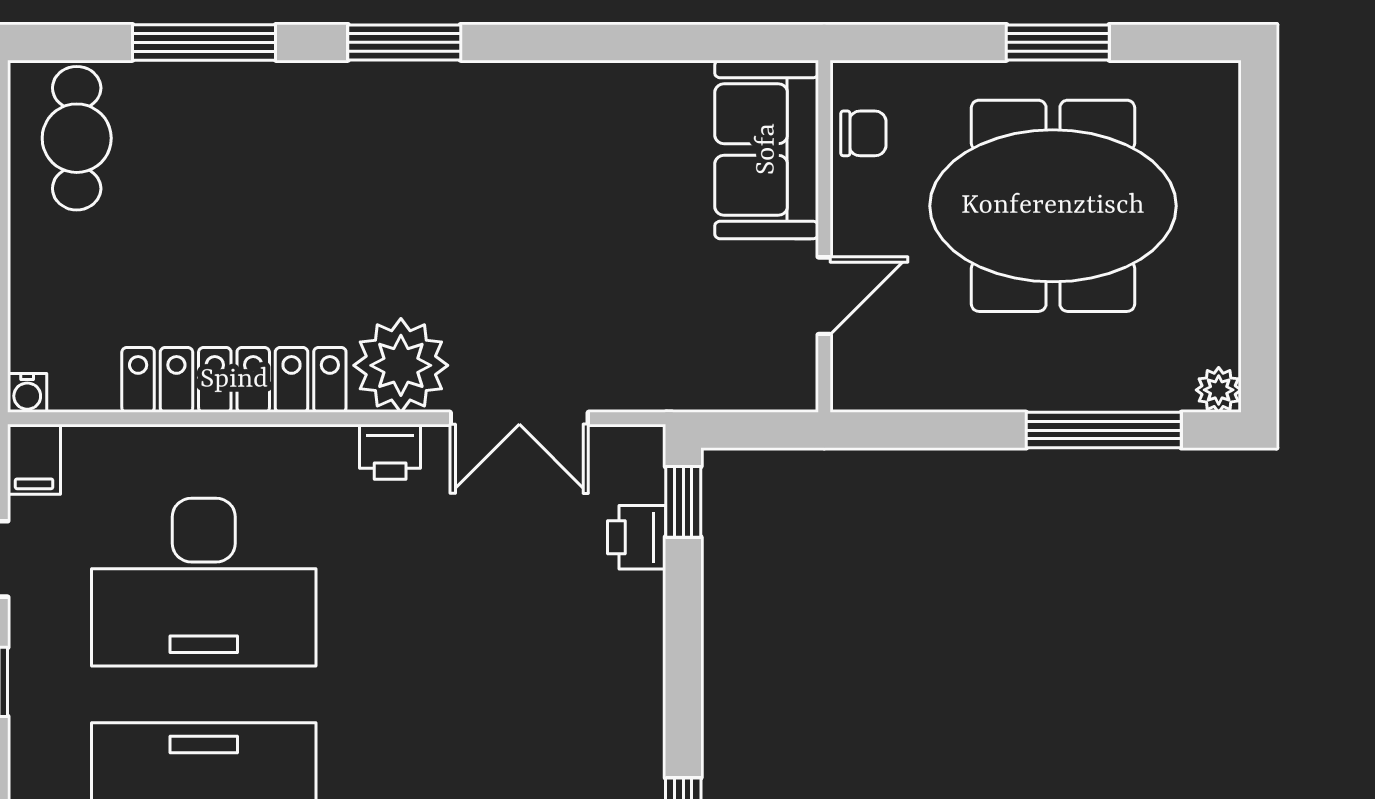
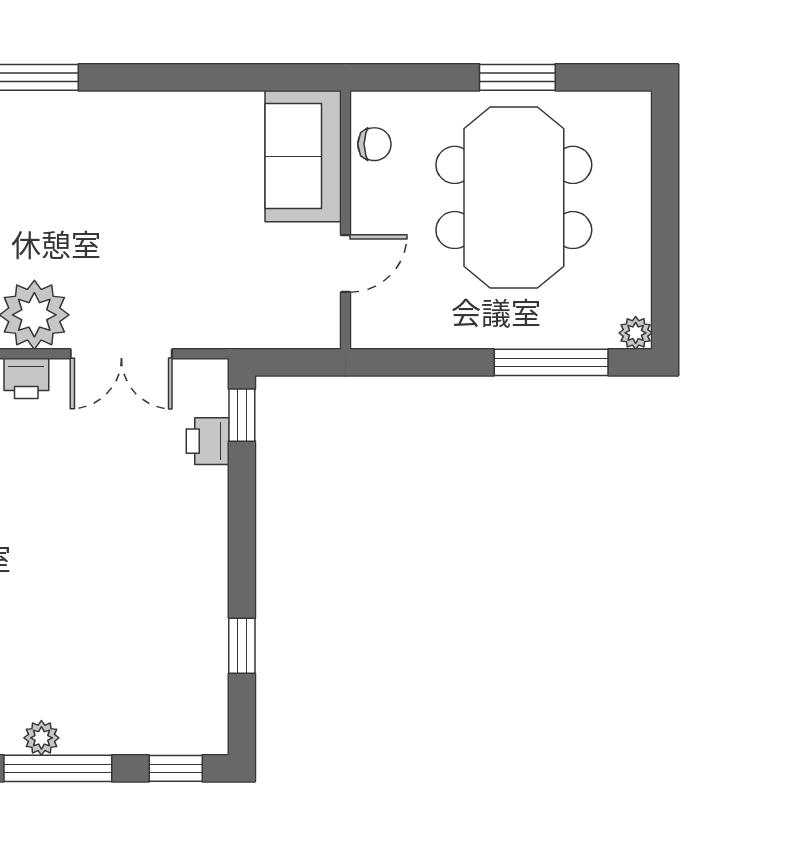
meeting table: (1053, 206) -> (514, 197), turned 90

